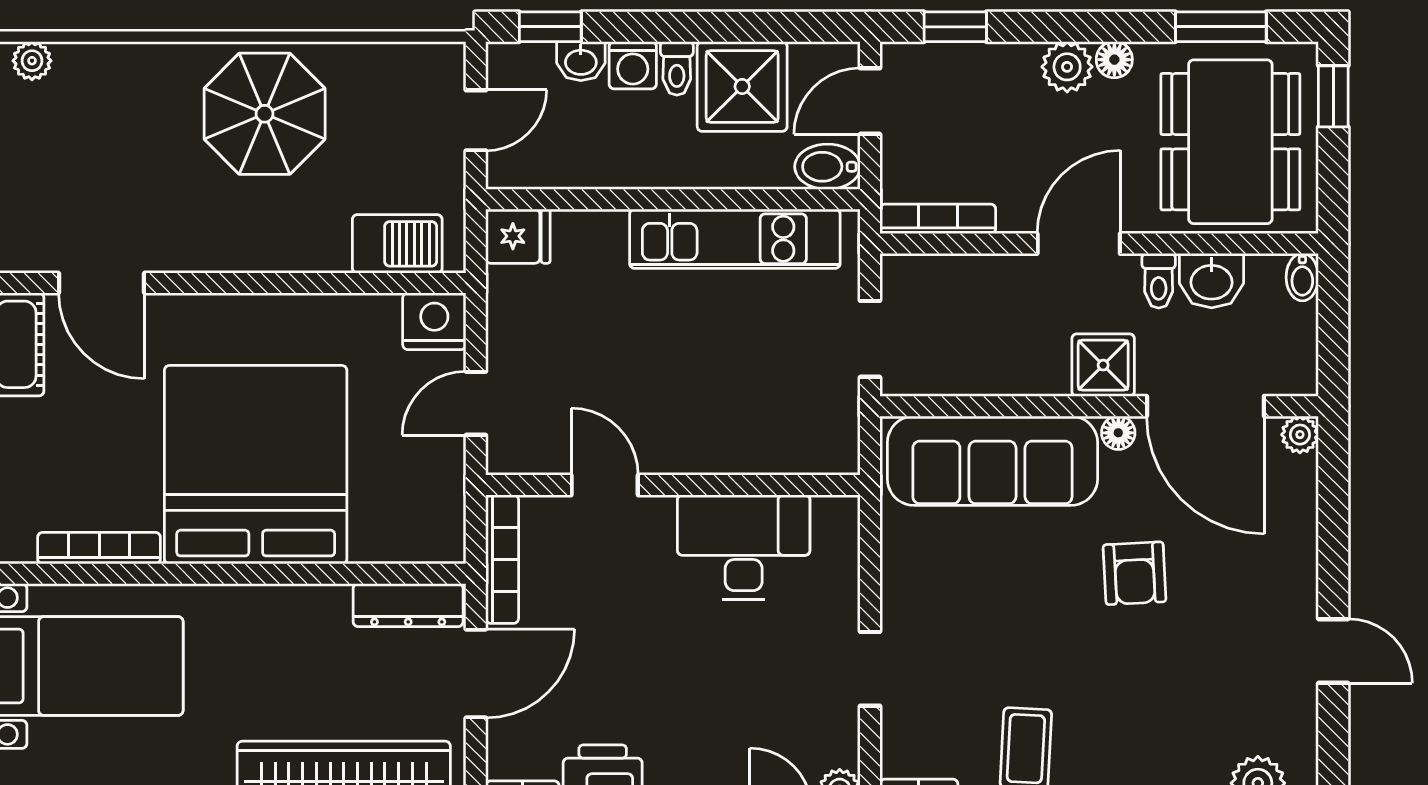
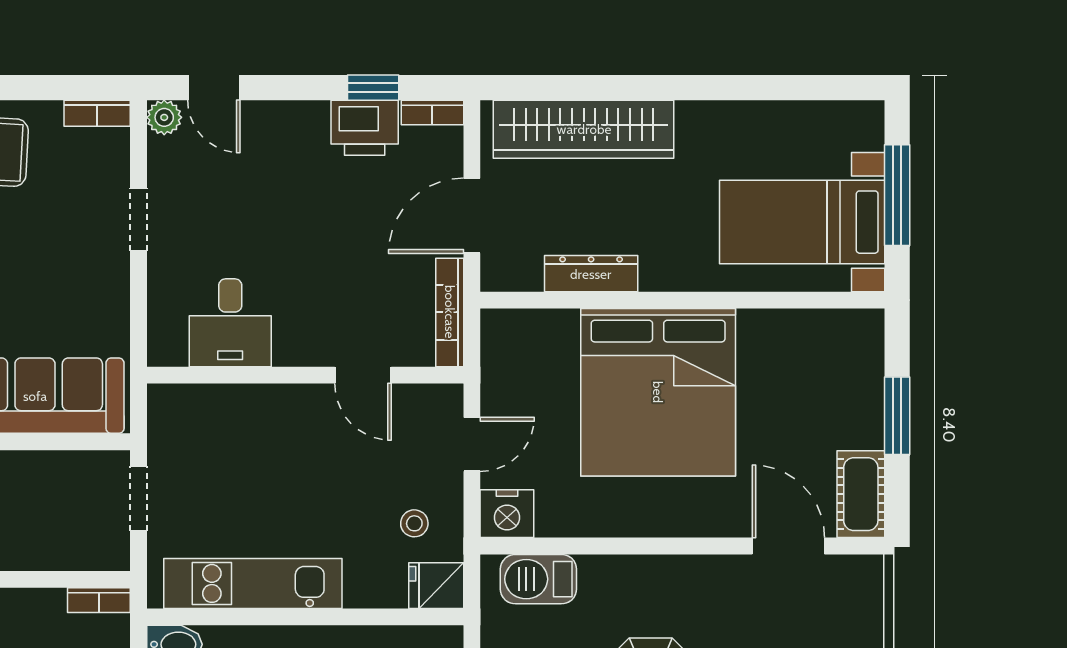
bookcase: (938, 219) -> (99, 600), width x0.64
stool: (544, 310) -> (414, 523), added
desk: (744, 547) -> (230, 323), width x0.73
bookcase: (99, 548) -> (791, 322), removed
dresser: (408, 605) -> (591, 274), moved

